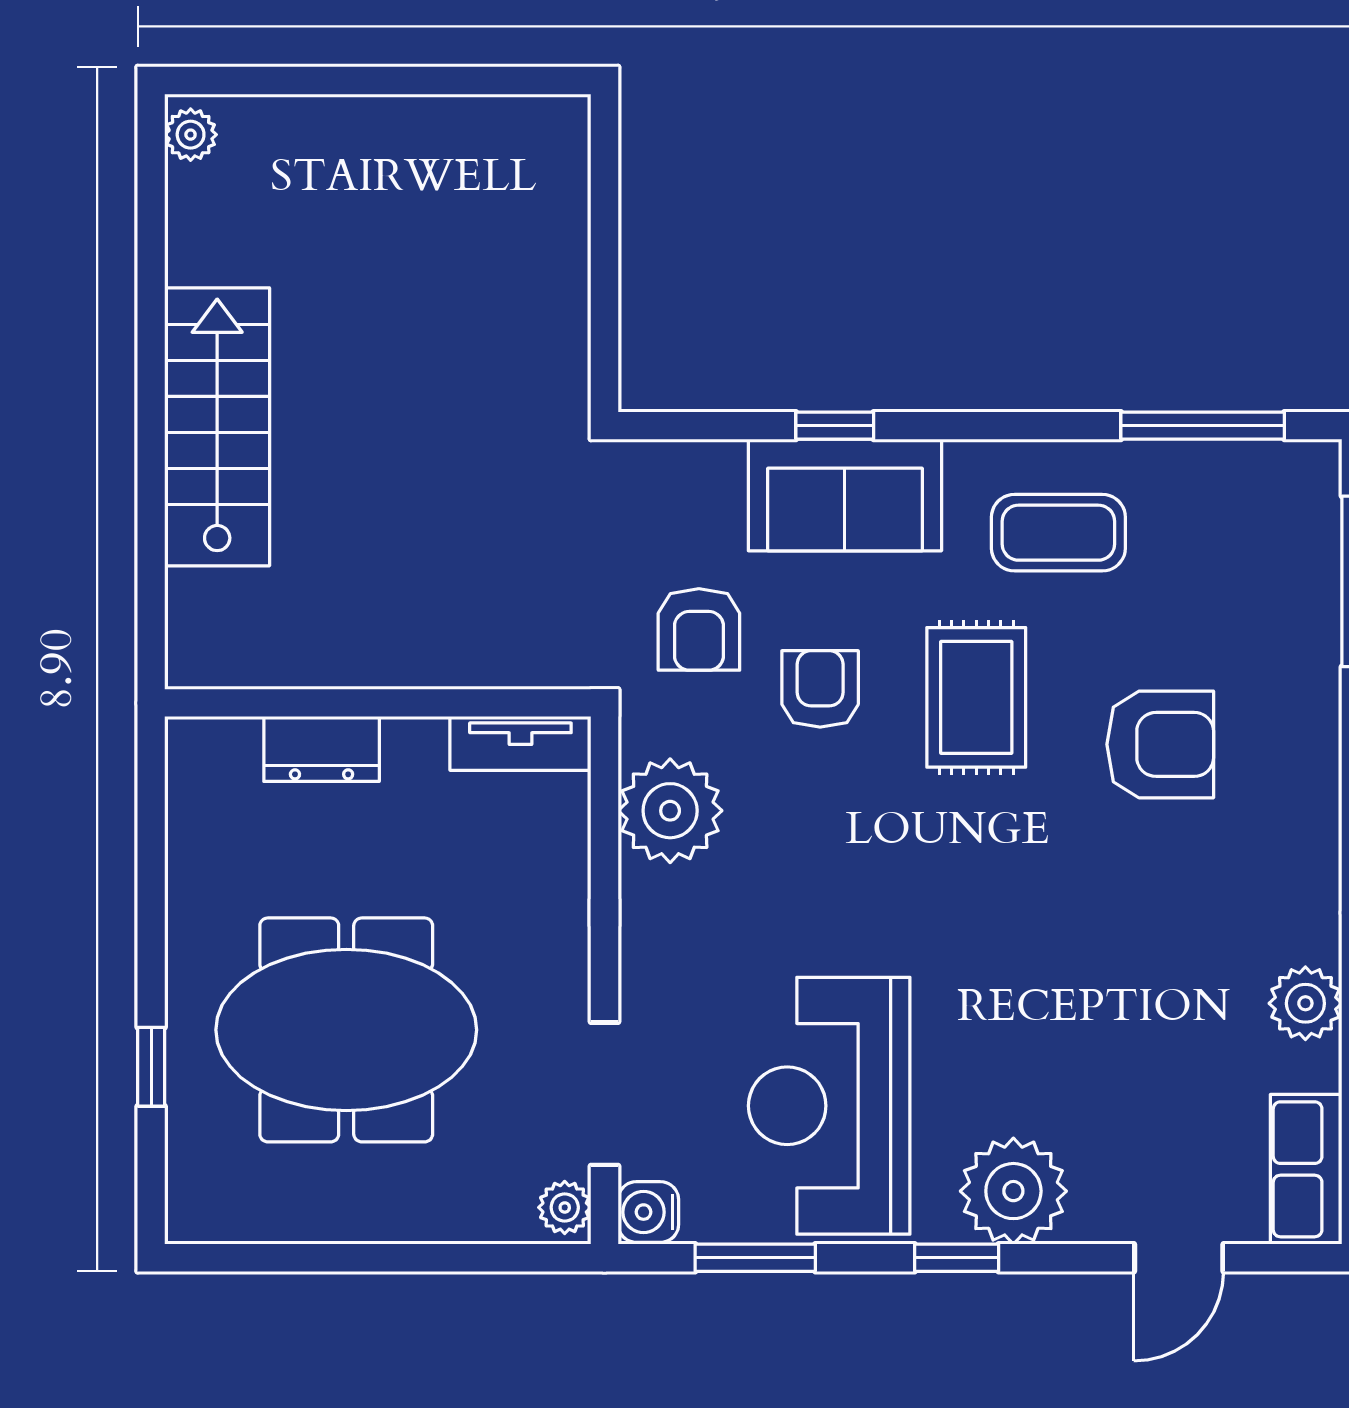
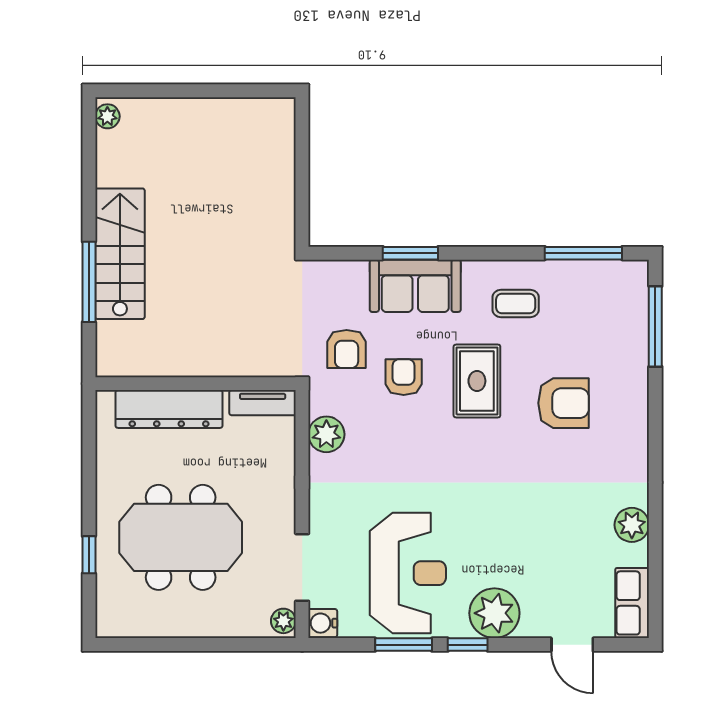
window: (835, 426) -> (410, 253), width x1.50
window: (151, 487) -> (89, 282), added
coffee table: (1058, 533) -> (516, 304), width x0.73, depth x0.77
dresser: (322, 749) -> (169, 409), width x1.96, depth x1.24
plant: (670, 811) -> (326, 434), width x0.73, depth x0.73
reception desk: (829, 1106) -> (408, 573), turned 180
window: (755, 1258) -> (404, 645), moved
door: (1179, 1258) -> (572, 645), hinge flipped

